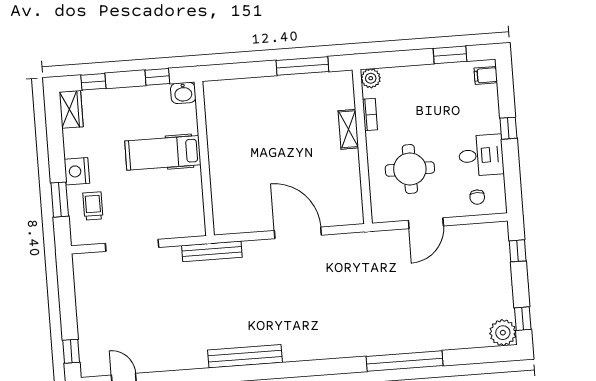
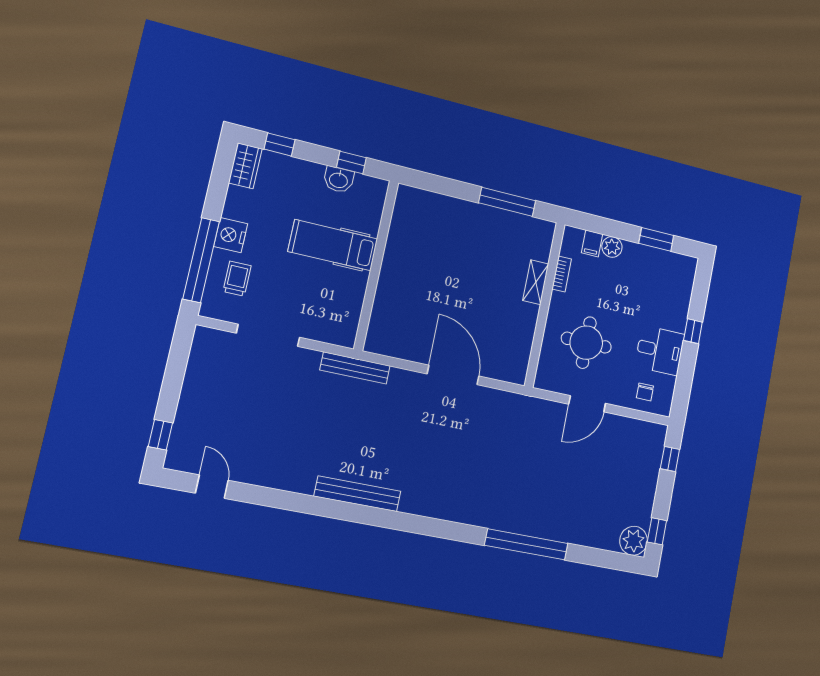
filing cabinet: (486, 75) -> (592, 243), moved, turned -90
plant: (371, 78) -> (612, 247), moved
washbasin: (183, 93) -> (339, 180), moved
window: (60, 200) -> (201, 260), width x2.11

